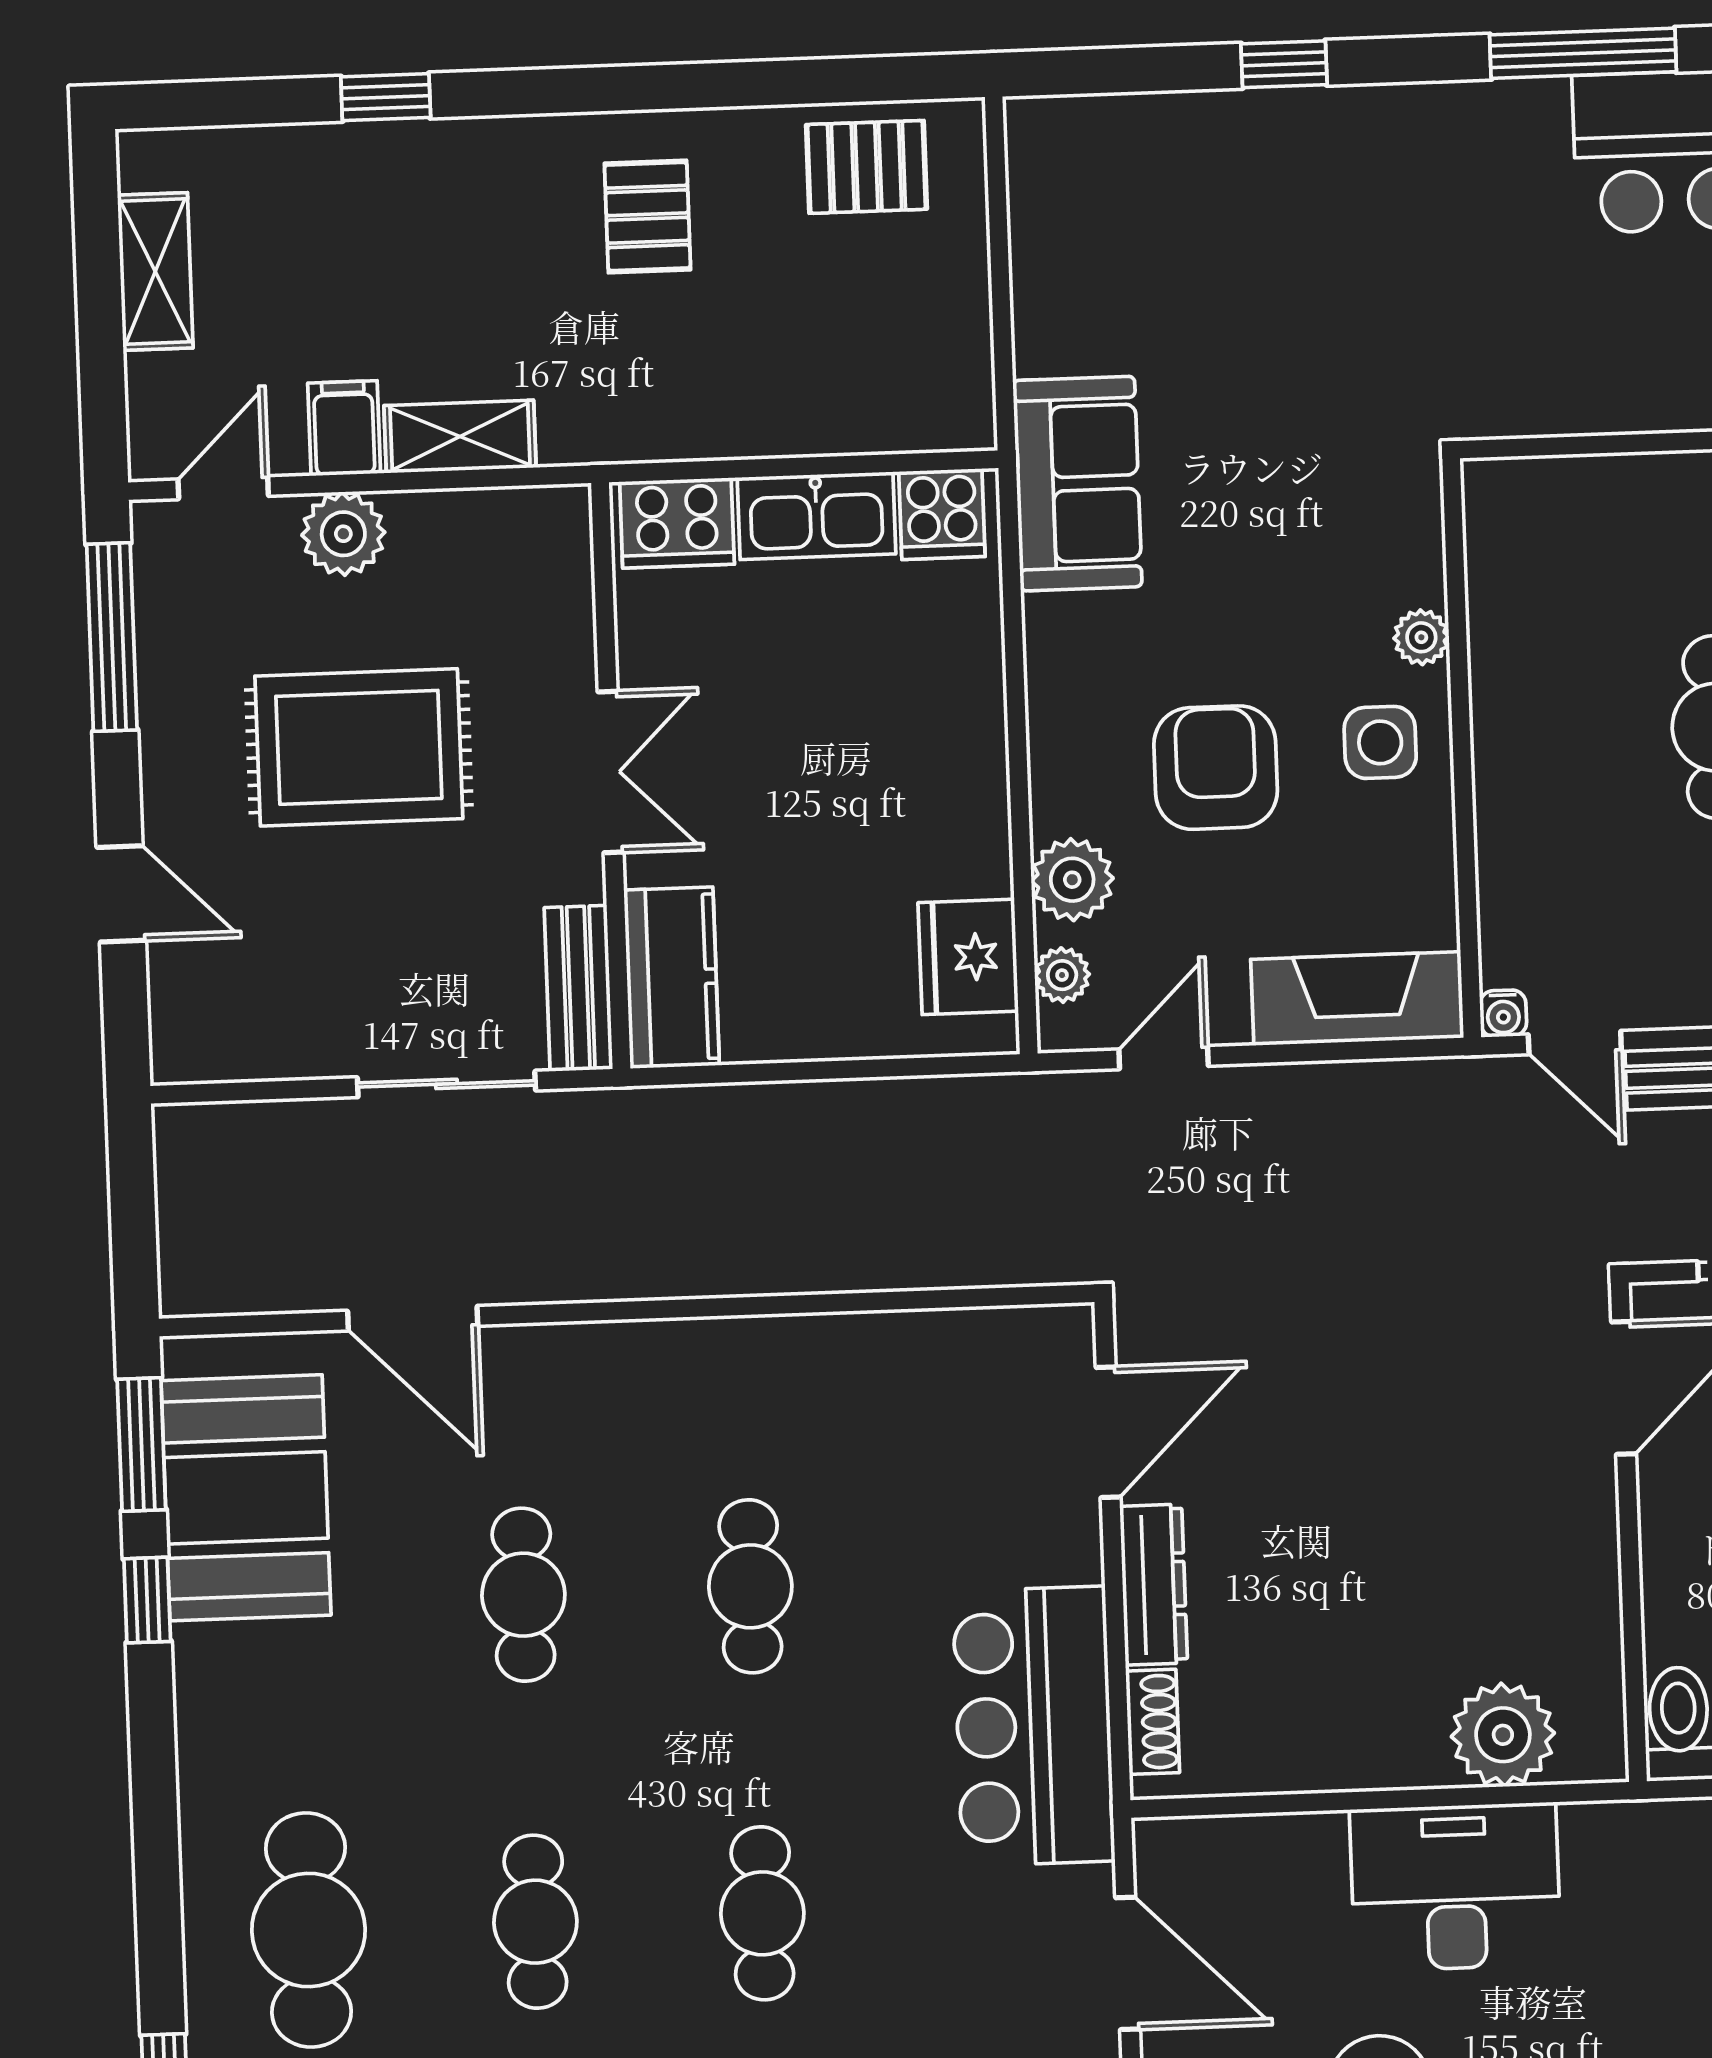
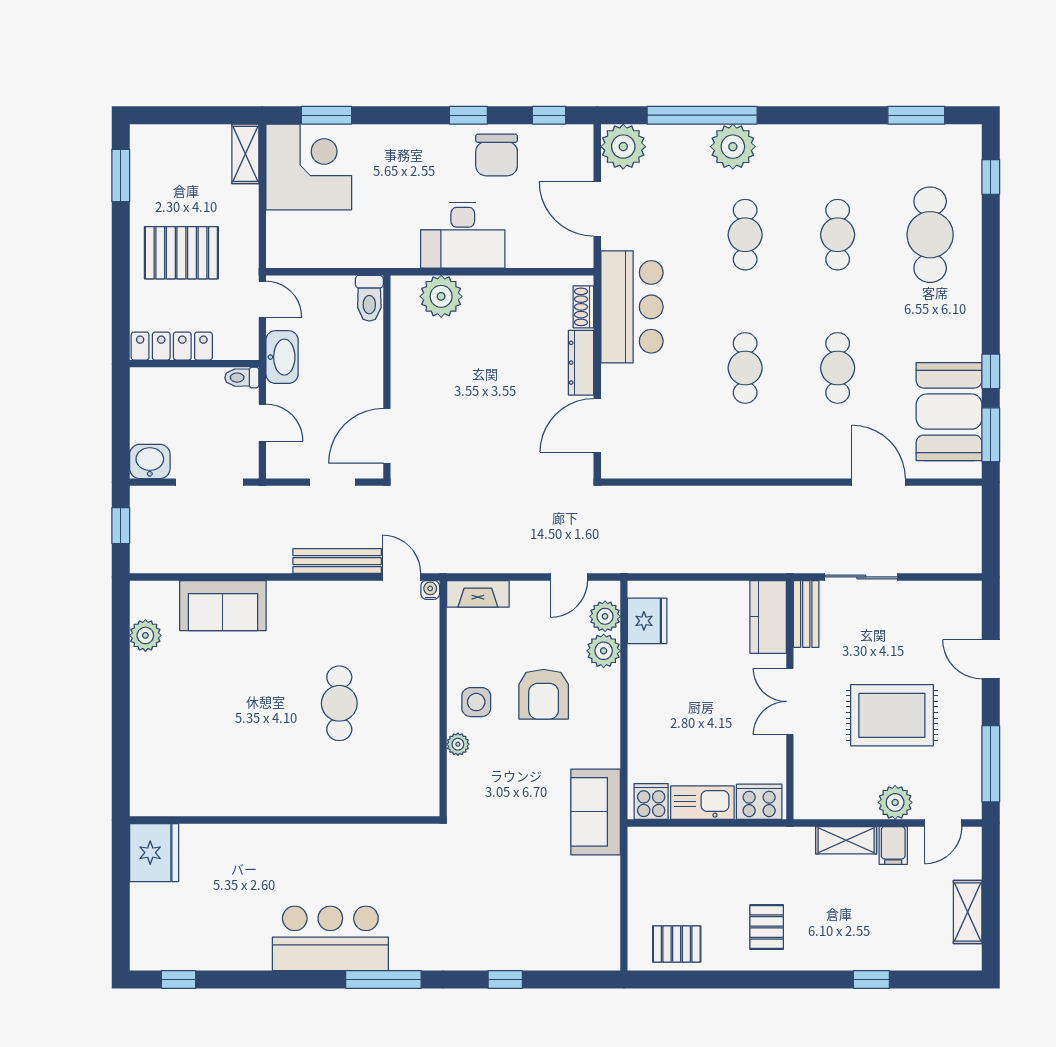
plant: (1062, 975) -> (605, 616), width x1.38, depth x1.38
fireplace: (1357, 999) -> (478, 594), width x0.73, depth x0.76

